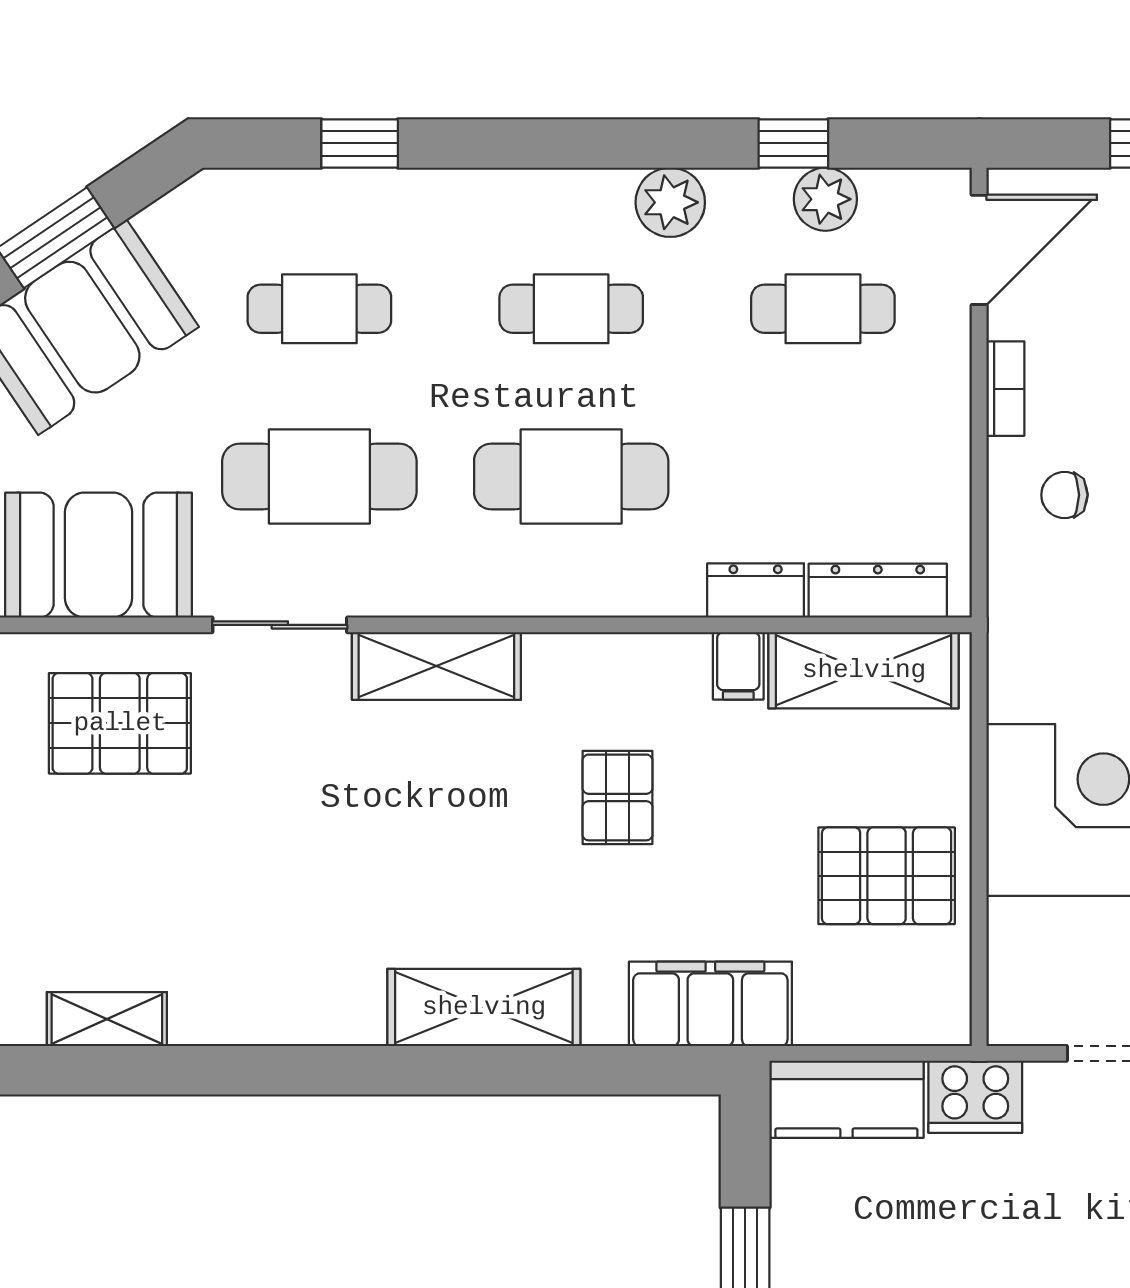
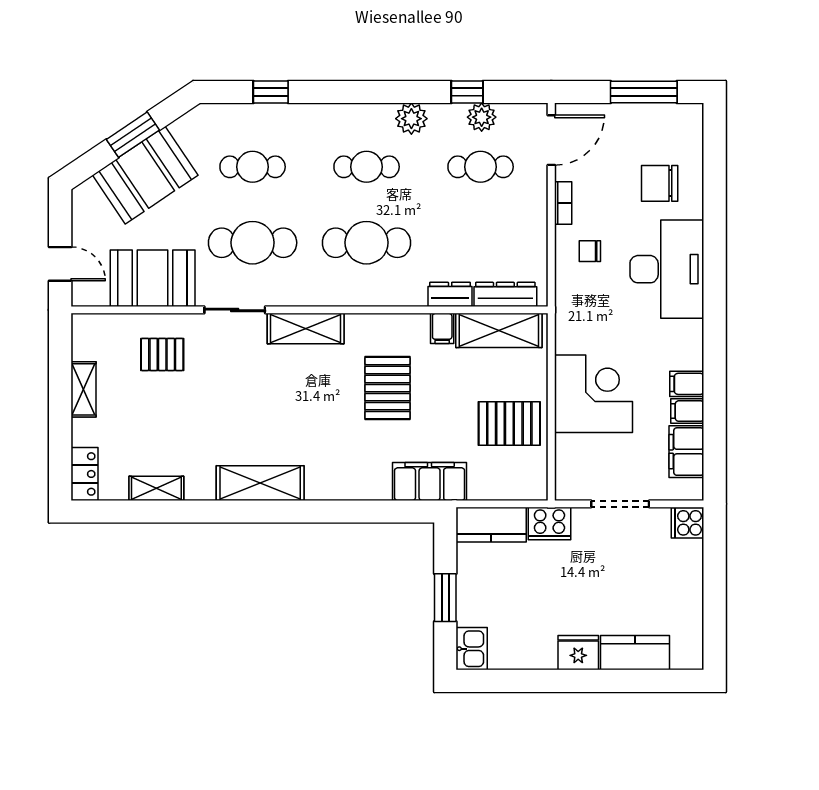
pallet: (120, 723) -> (162, 354), width x0.67, depth x0.71
pallet: (618, 797) -> (388, 388), width x1.50, depth x1.42
shelving: (484, 1007) -> (260, 483), moved

